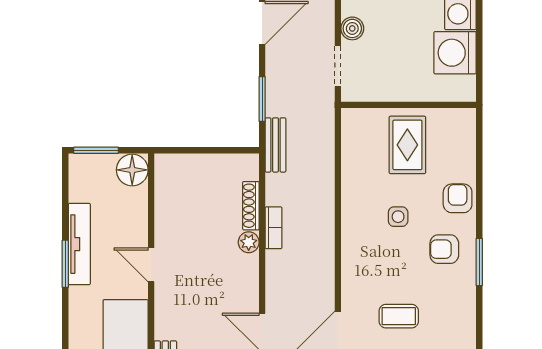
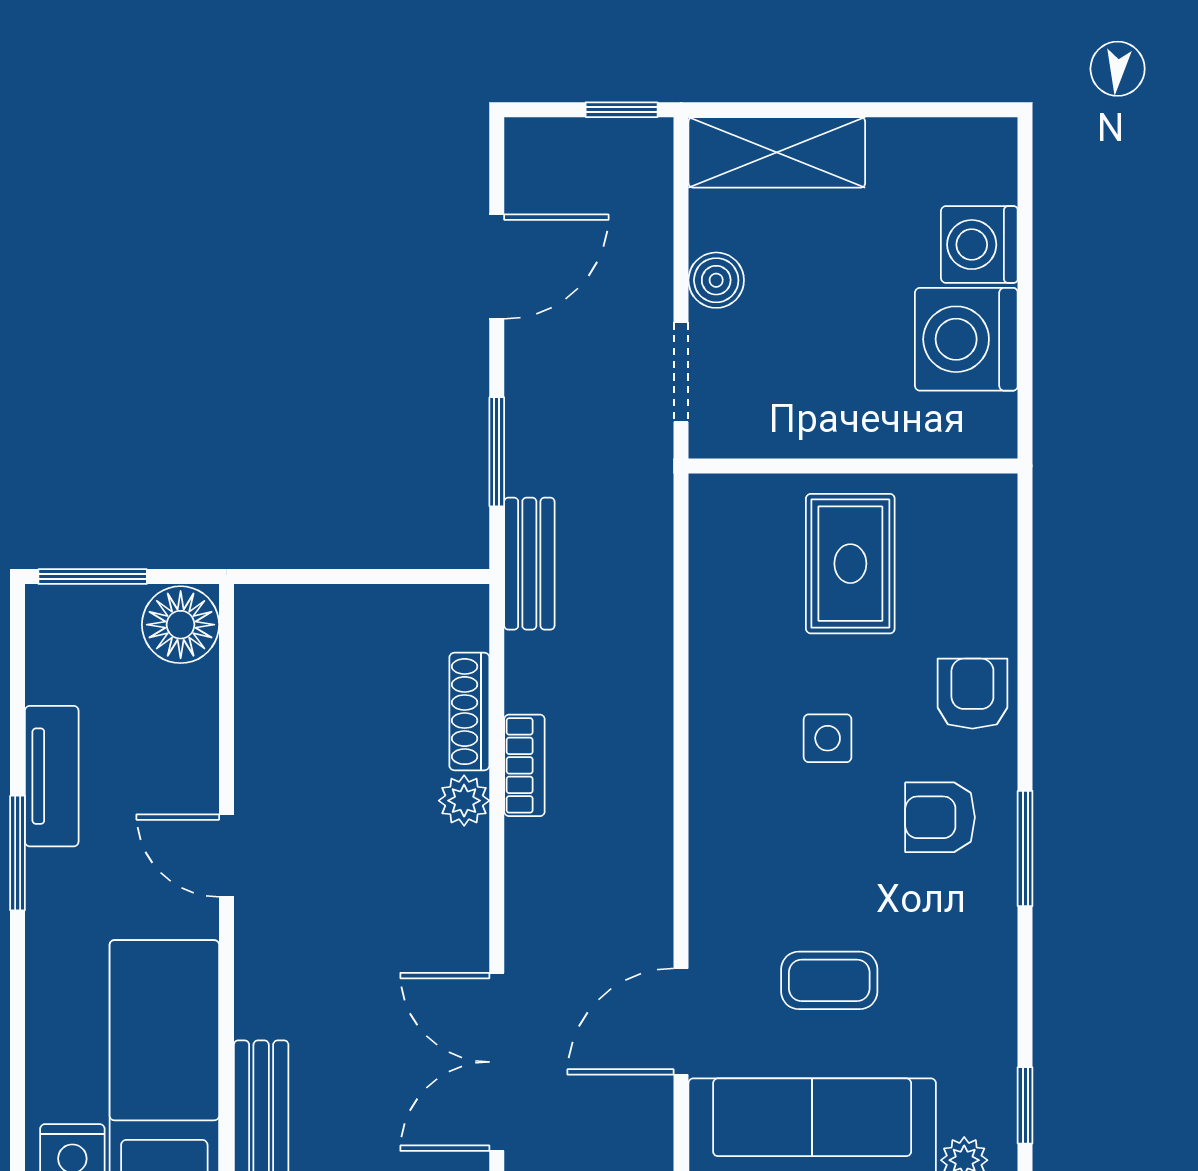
tv unit: (79, 244) -> (52, 776), width x0.71

